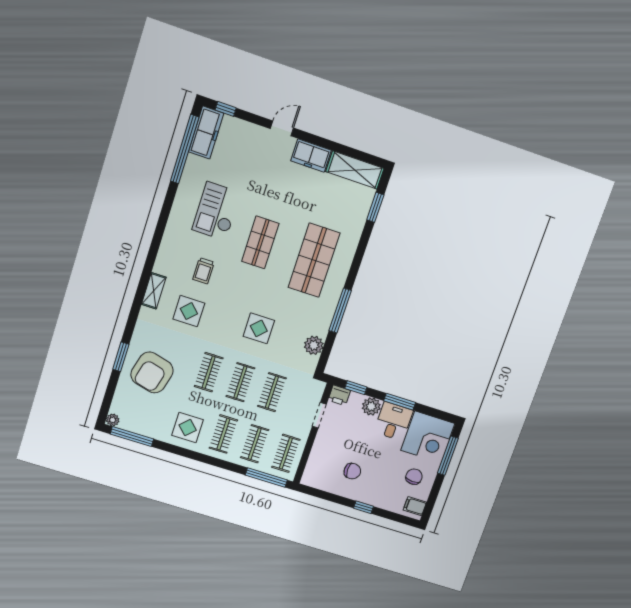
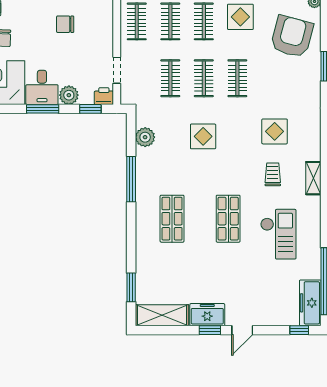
window: (314, 139) -> (210, 330), added
shop shelf: (314, 260) -> (172, 219), width x0.70, depth x0.74
shelving: (154, 291) -> (313, 178), moved
armchair: (152, 372) -> (292, 36), moved

